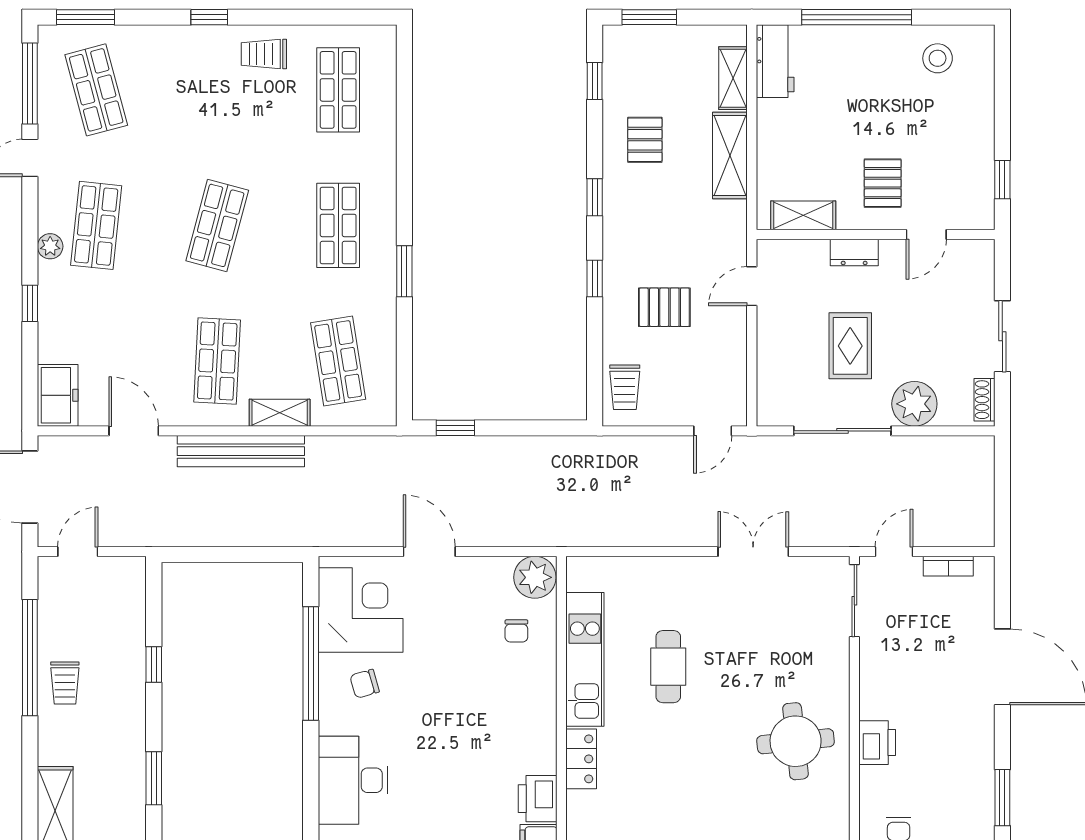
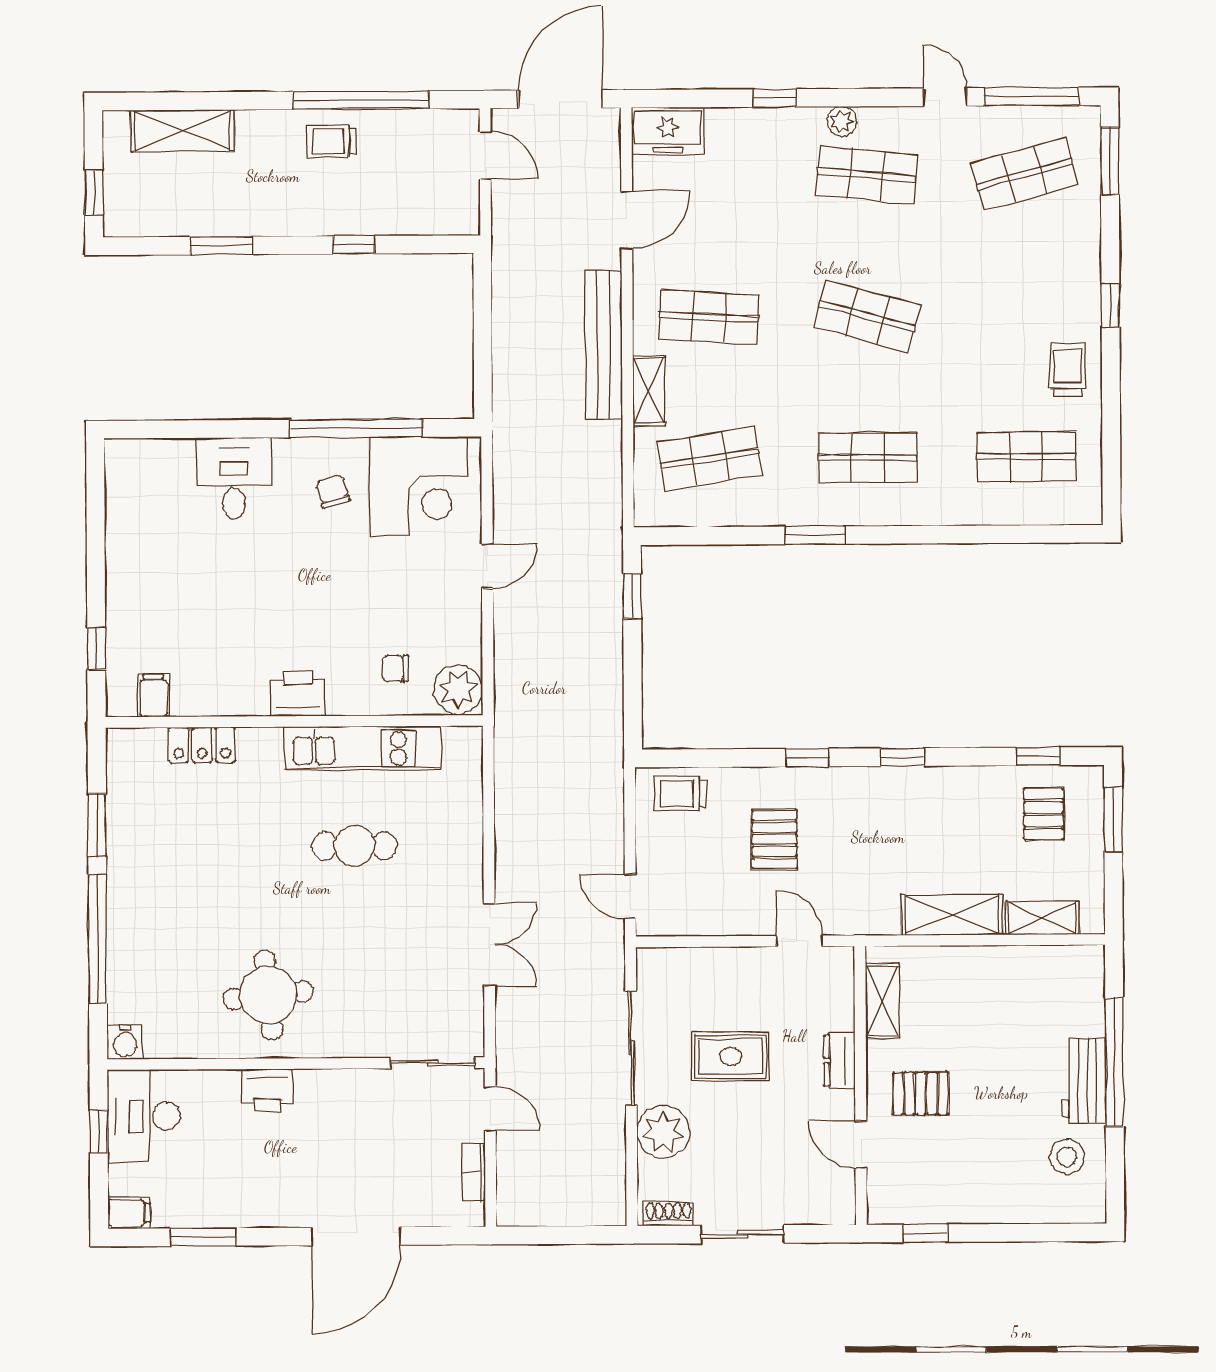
workbench: (775, 61) -> (1084, 1081), moved, turned 90
pallet: (645, 140) -> (1044, 814), moved, turned 90
door: (429, 552) -> (487, 566), width x0.73
locker: (581, 759) -> (202, 745), moved
desk: (353, 780) -> (234, 478), width x0.73
printer: (538, 799) -> (298, 694), moved

